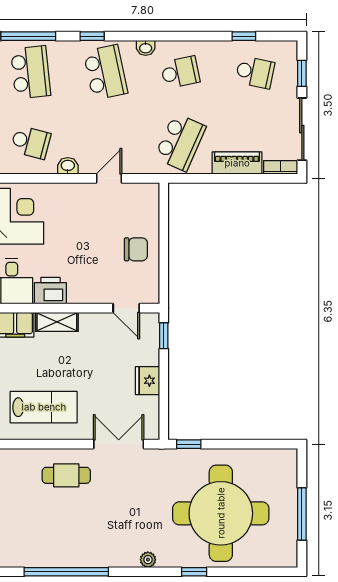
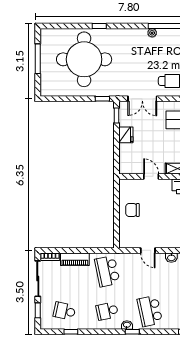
window: (92, 36) -> (132, 332), moved
school desk: (180, 142) -> (107, 271), turned -36
door: (109, 178) -> (148, 250), hinge flipped
door: (126, 308) -> (151, 176), moved
window: (164, 336) -> (117, 115), moved
plant: (148, 560) -> (152, 33), moved

